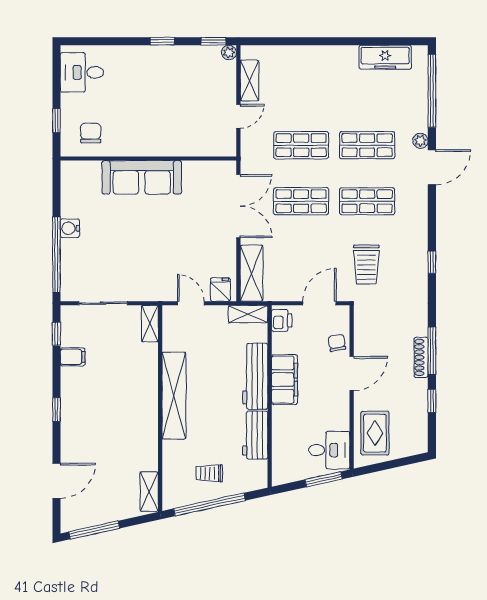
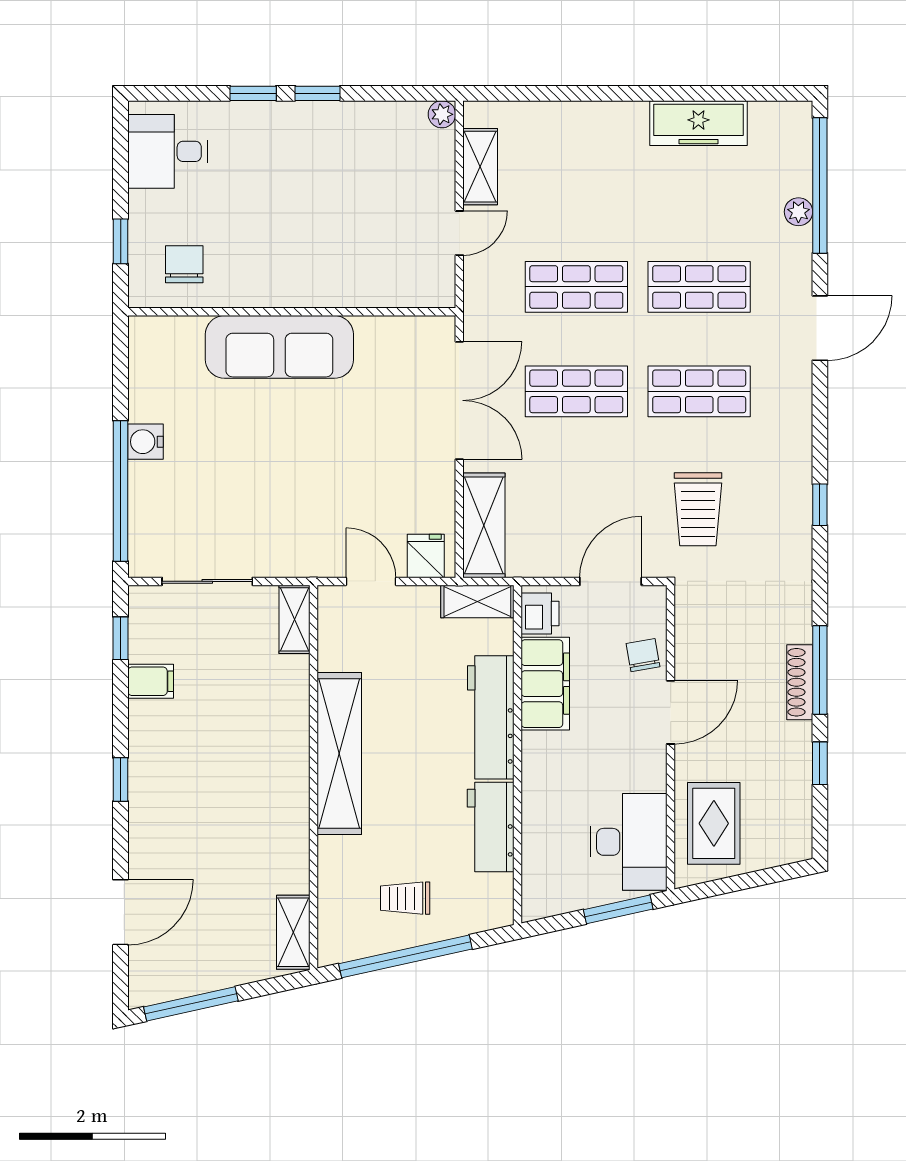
window: (213, 41) -> (253, 93), moved
freezer: (385, 57) -> (698, 123), moved
plant: (420, 141) -> (798, 212), moved
filing cabinet: (284, 380) -> (545, 684), moved
desk: (329, 450) -> (629, 842), width x1.37

